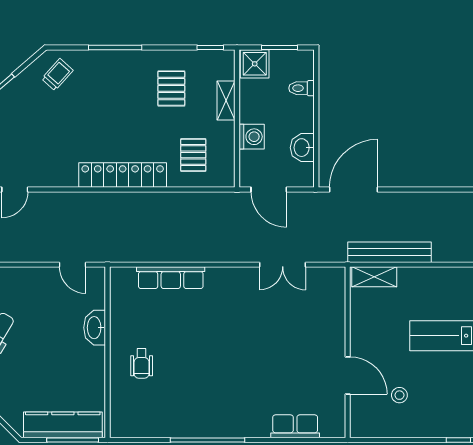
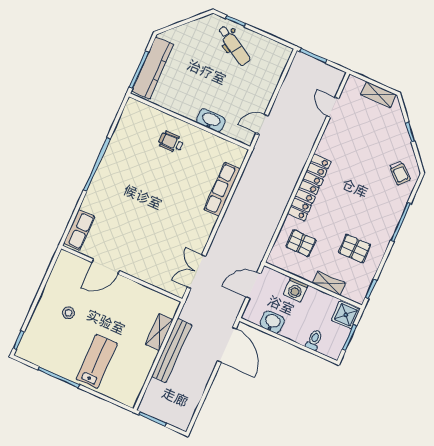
wall: (348, 352) -> (122, 274), moved
door: (348, 375) -> (106, 267), moved

